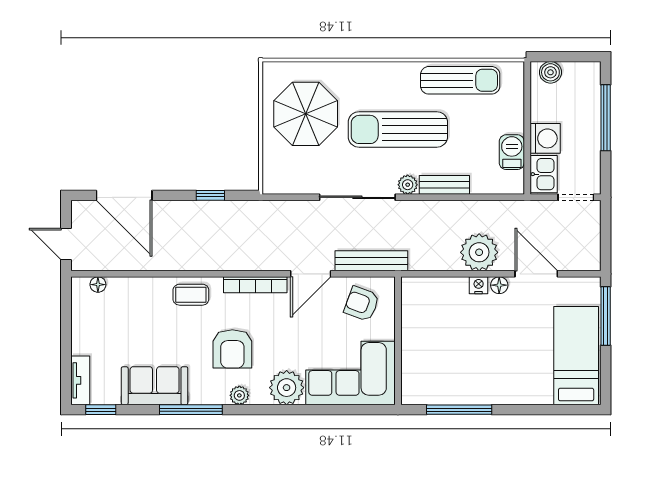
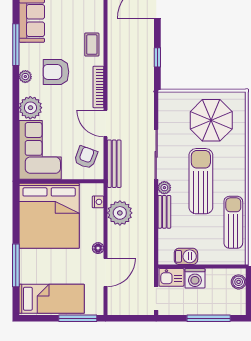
sun lounger: (460, 80) -> (233, 222), turned 180
plant: (479, 252) -> (120, 213), moved
nightstand: (479, 285) -> (98, 202), moved
bed: (450, 359) -> (49, 216), added
window: (459, 410) -> (16, 265), moved

